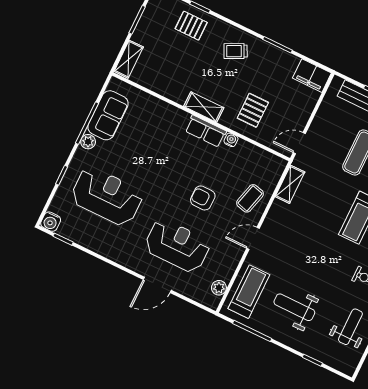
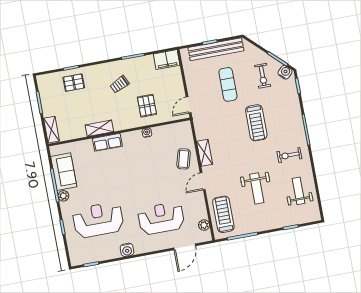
trolley: (236, 51) -> (120, 84), moved
shelving: (204, 107) -> (99, 128), moved
row of seats: (206, 131) -> (107, 142), moved
shelving: (290, 184) -> (205, 153), moved
armchair: (203, 198) -> (156, 179), removed
water cooler: (51, 222) -> (127, 250), moved
door: (157, 285) -> (185, 247), moved
weight bench: (294, 307) -> (257, 188), moved, turned -90

